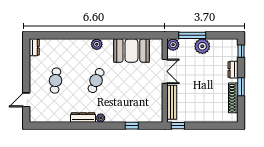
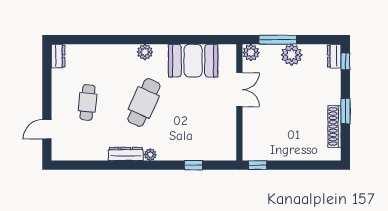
dresser: (233, 70) -> (334, 56), moved
cafe table: (96, 81) -> (144, 102), width x1.37, depth x1.35
bench: (172, 102) -> (249, 133), removed

